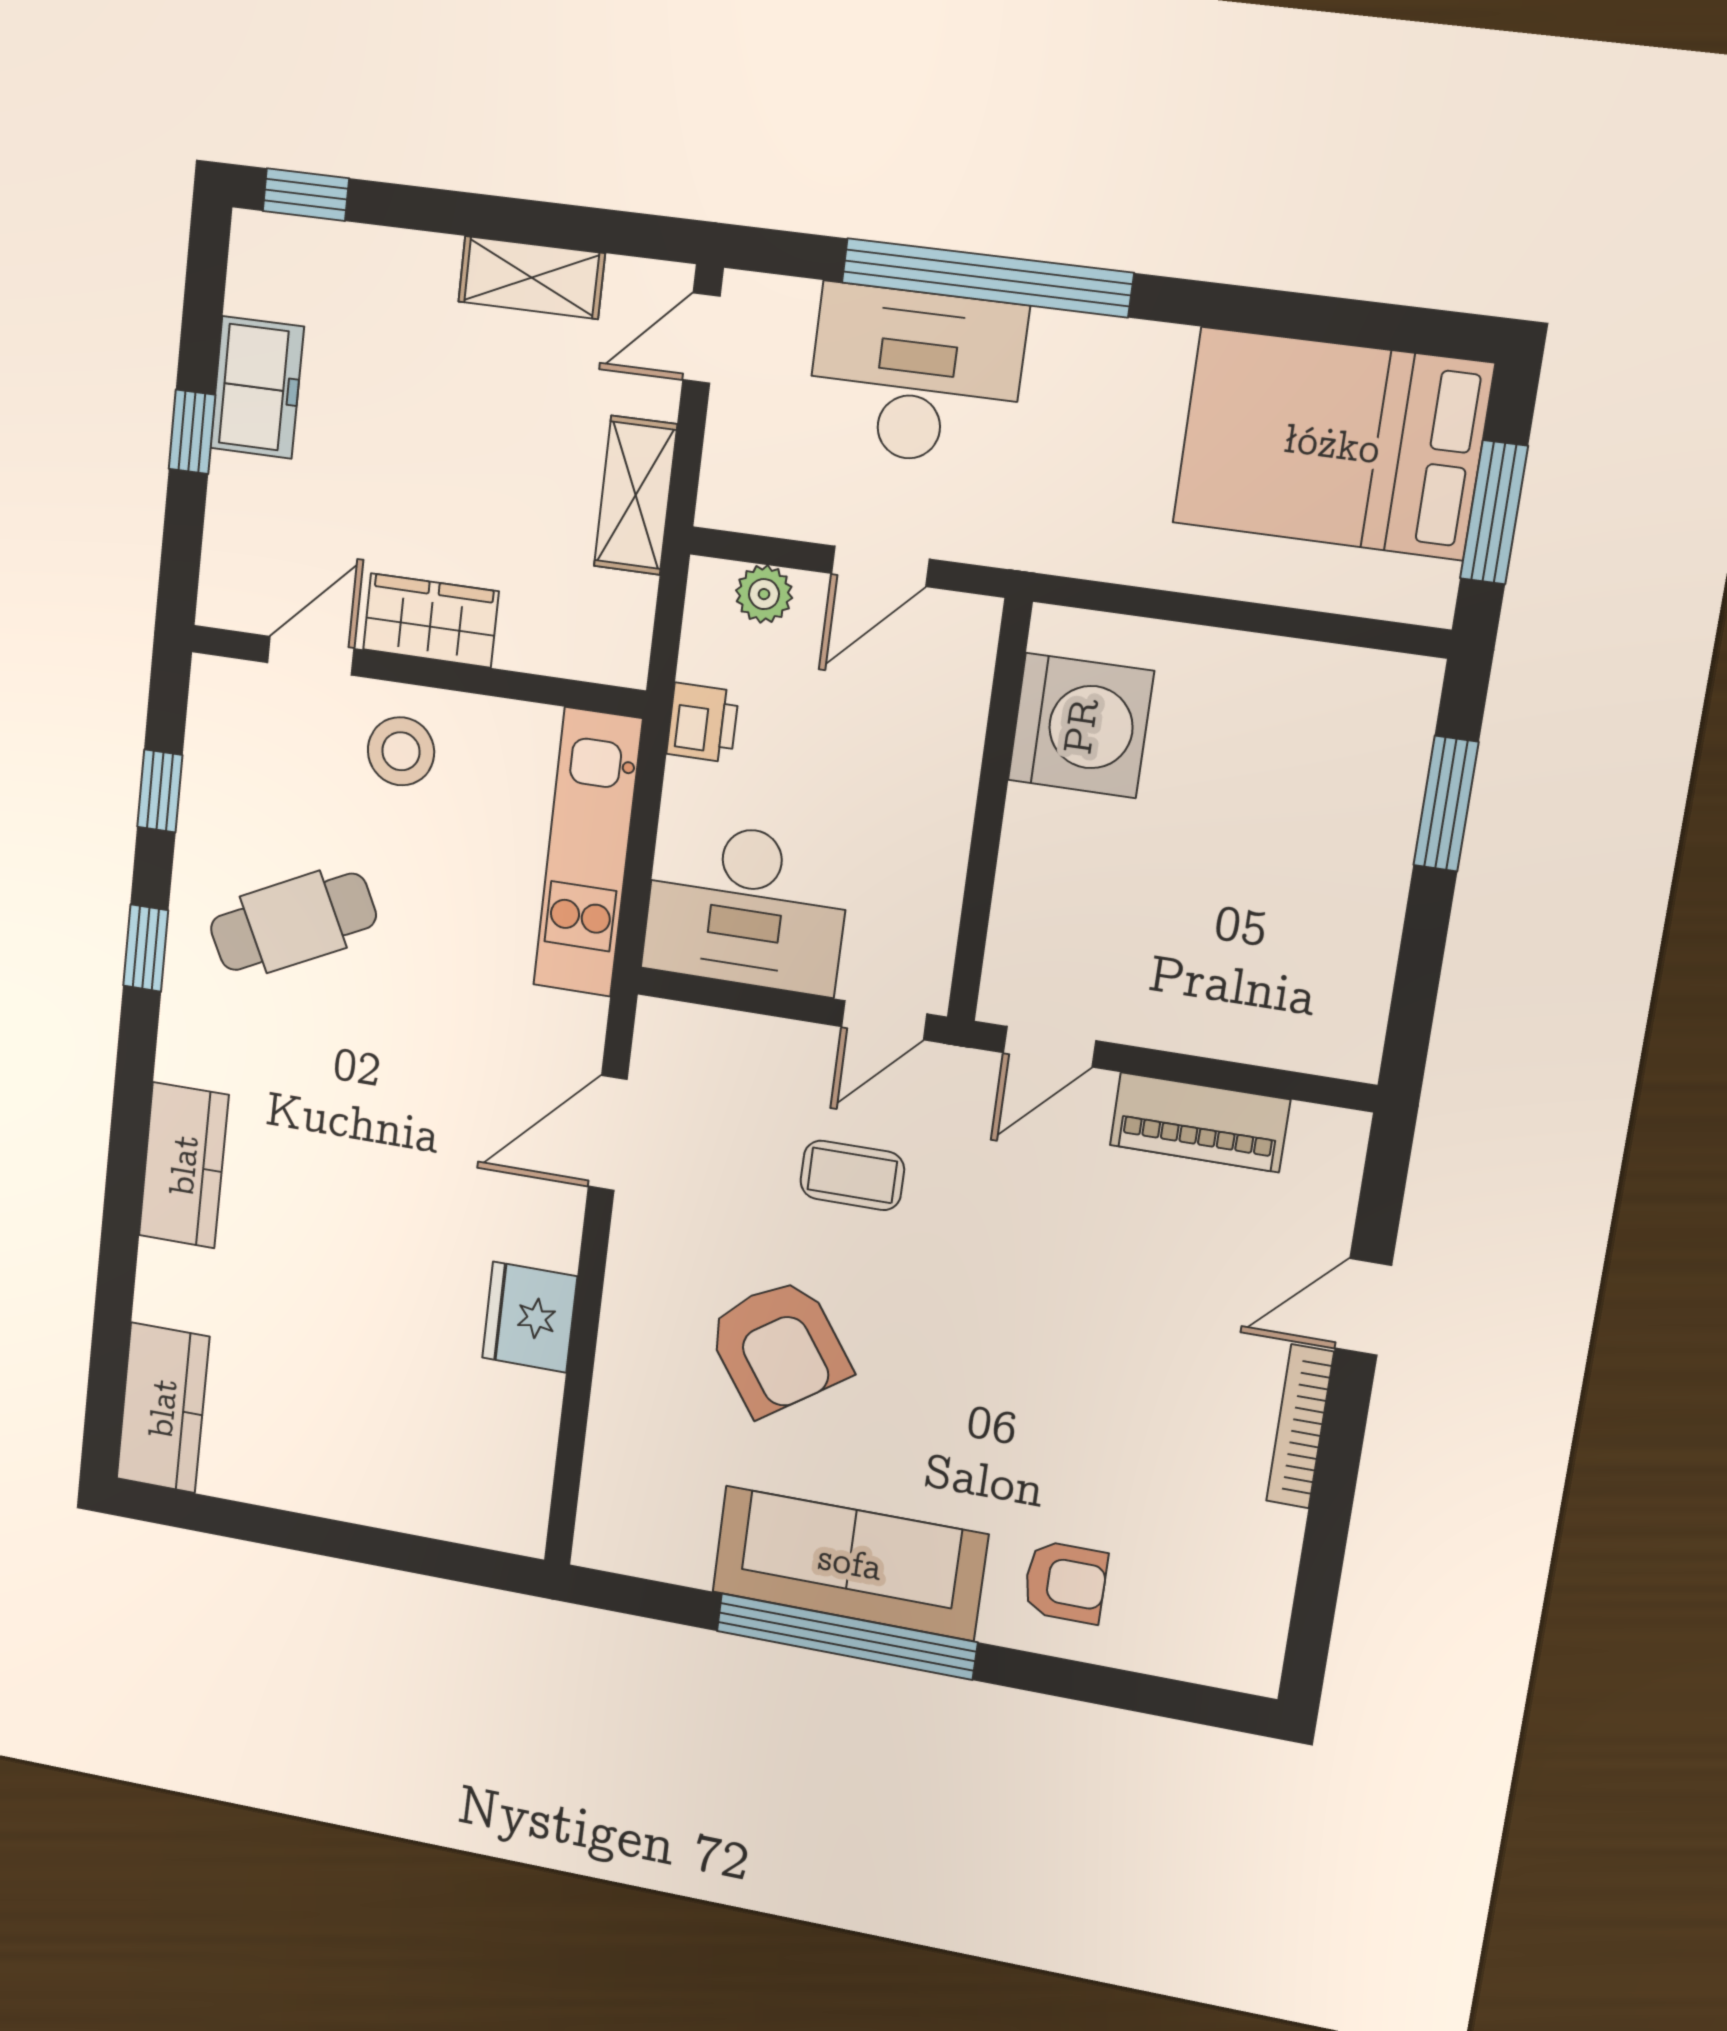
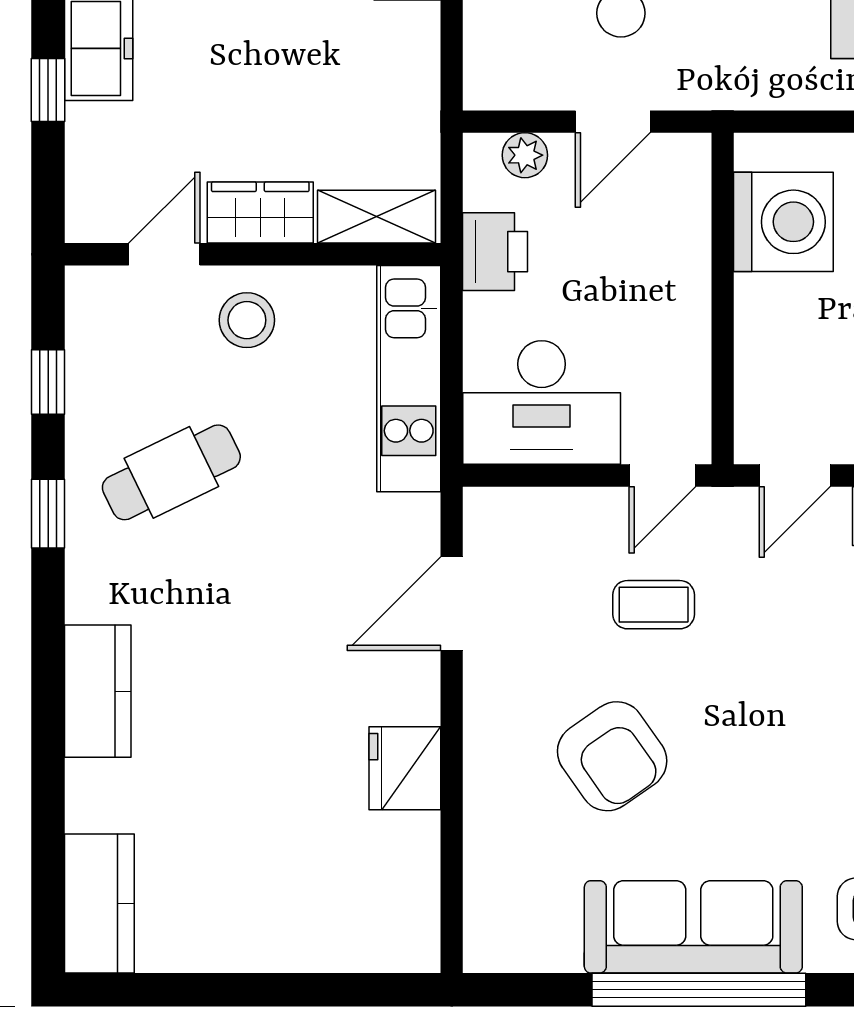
shelving: (636, 495) -> (376, 217), moved, turned 90
printer: (703, 723) -> (495, 252), width x1.36, depth x1.24

